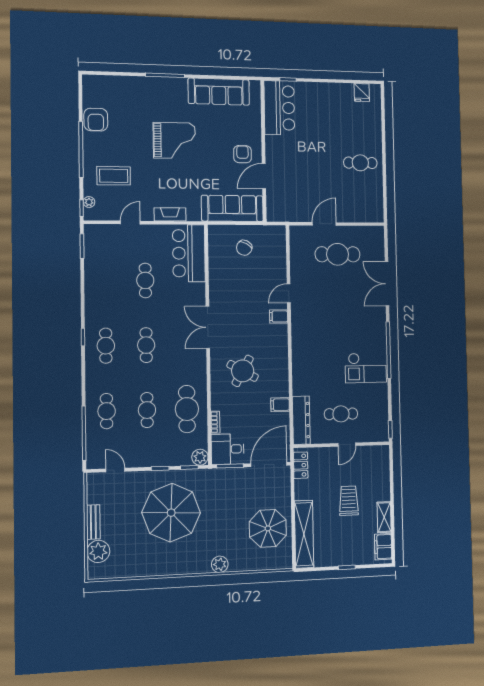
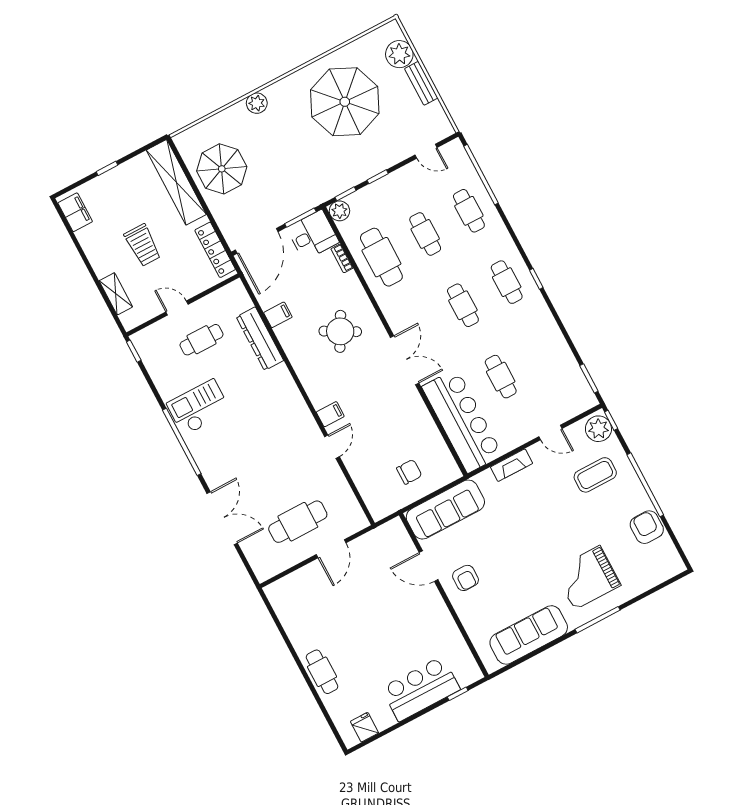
bar counter: (279, 108) -> (421, 689), moved, turned 90
grand piano: (174, 141) -> (587, 578), moved
cafe table: (360, 163) -> (322, 672), moved, turned 90
door: (264, 176) -> (428, 566), swing flipped
plant: (89, 202) -> (598, 429), width x1.88, depth x1.88
door: (130, 222) -> (550, 433), hinge flipped
chair: (244, 248) -> (409, 472), turned 62
bar counter: (189, 253) -> (462, 421), width x1.36
dresser: (301, 420) -> (260, 339), moved
door: (347, 445) -> (177, 308), hinge flipped
locker: (301, 465) -> (215, 250), width x1.53
parasol: (171, 513) -> (345, 102), moved
shelving: (384, 517) -> (116, 294), moved

